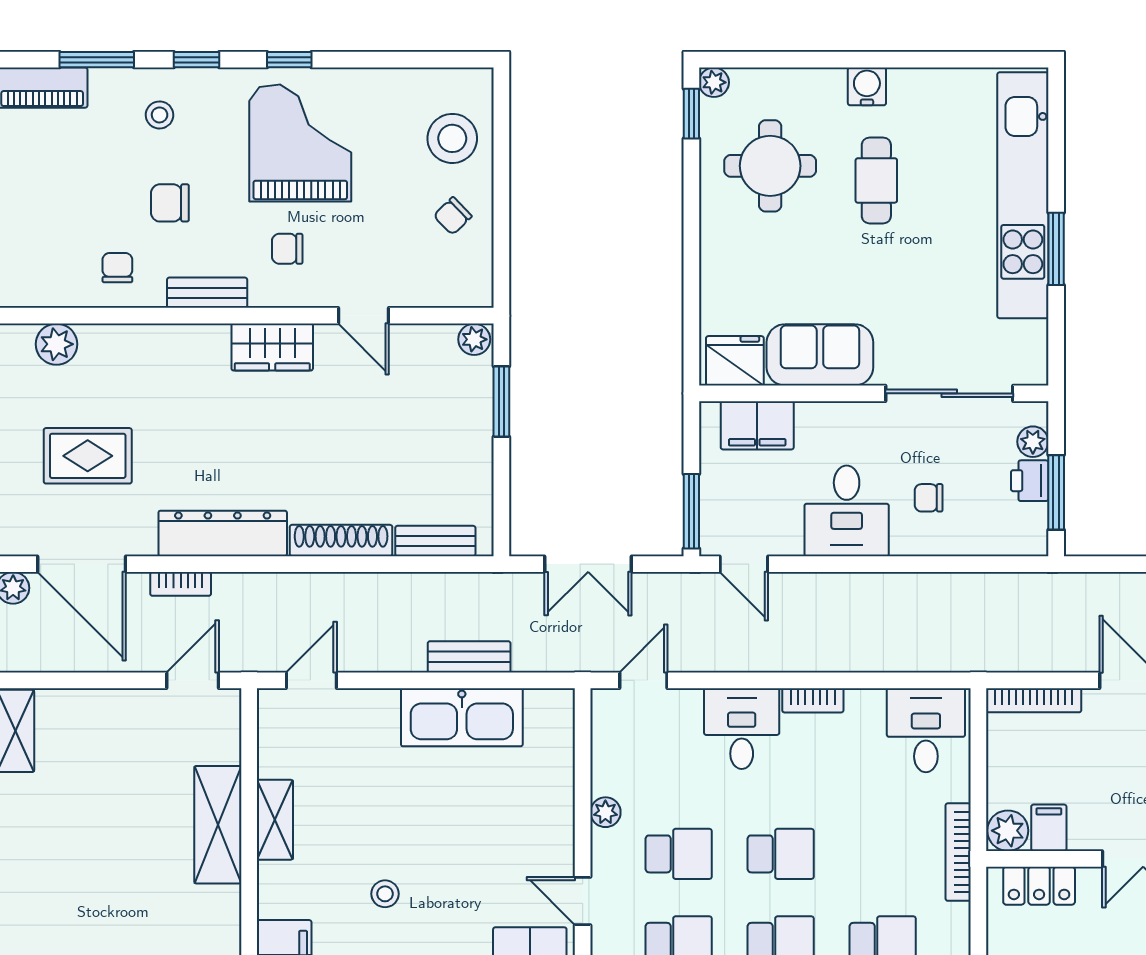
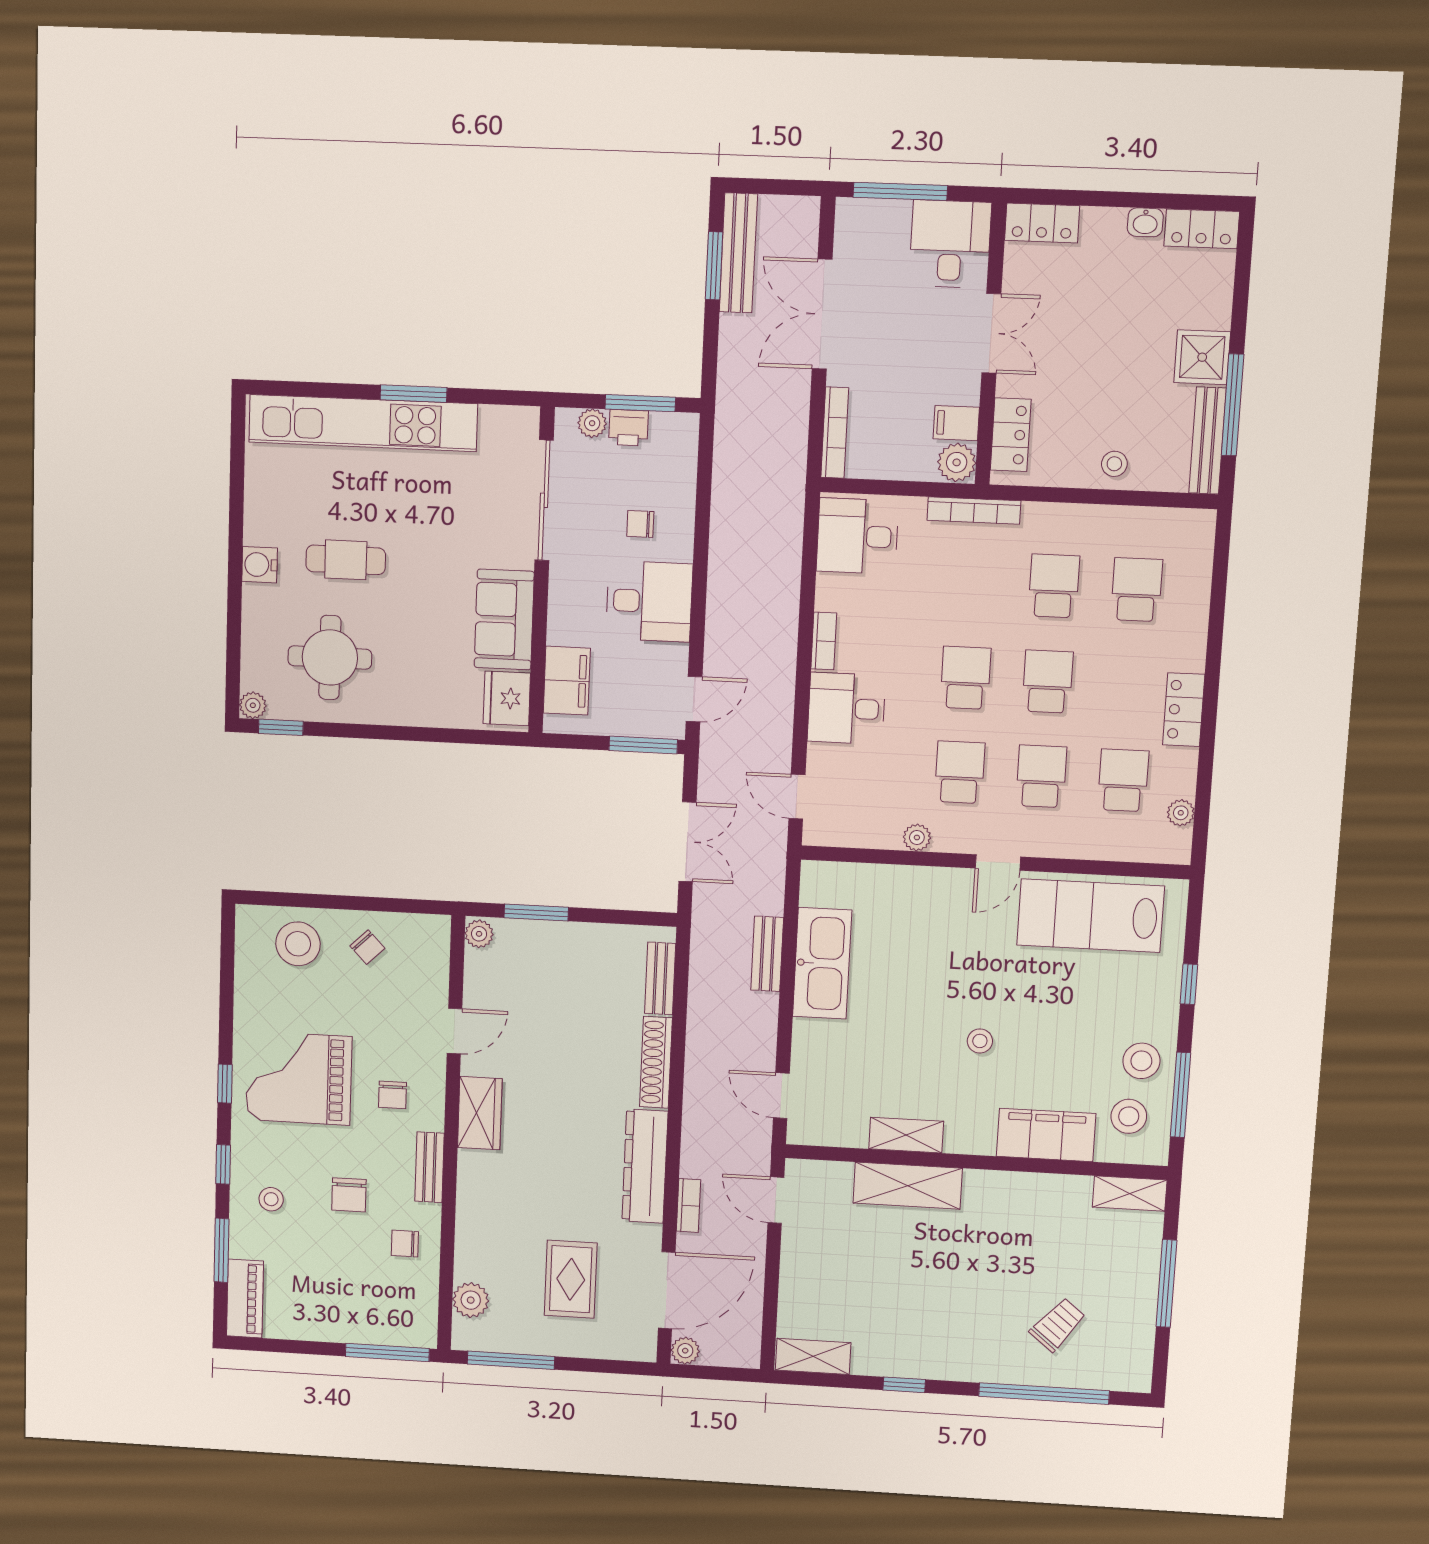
chair: (929, 498) -> (640, 524), turned 90

